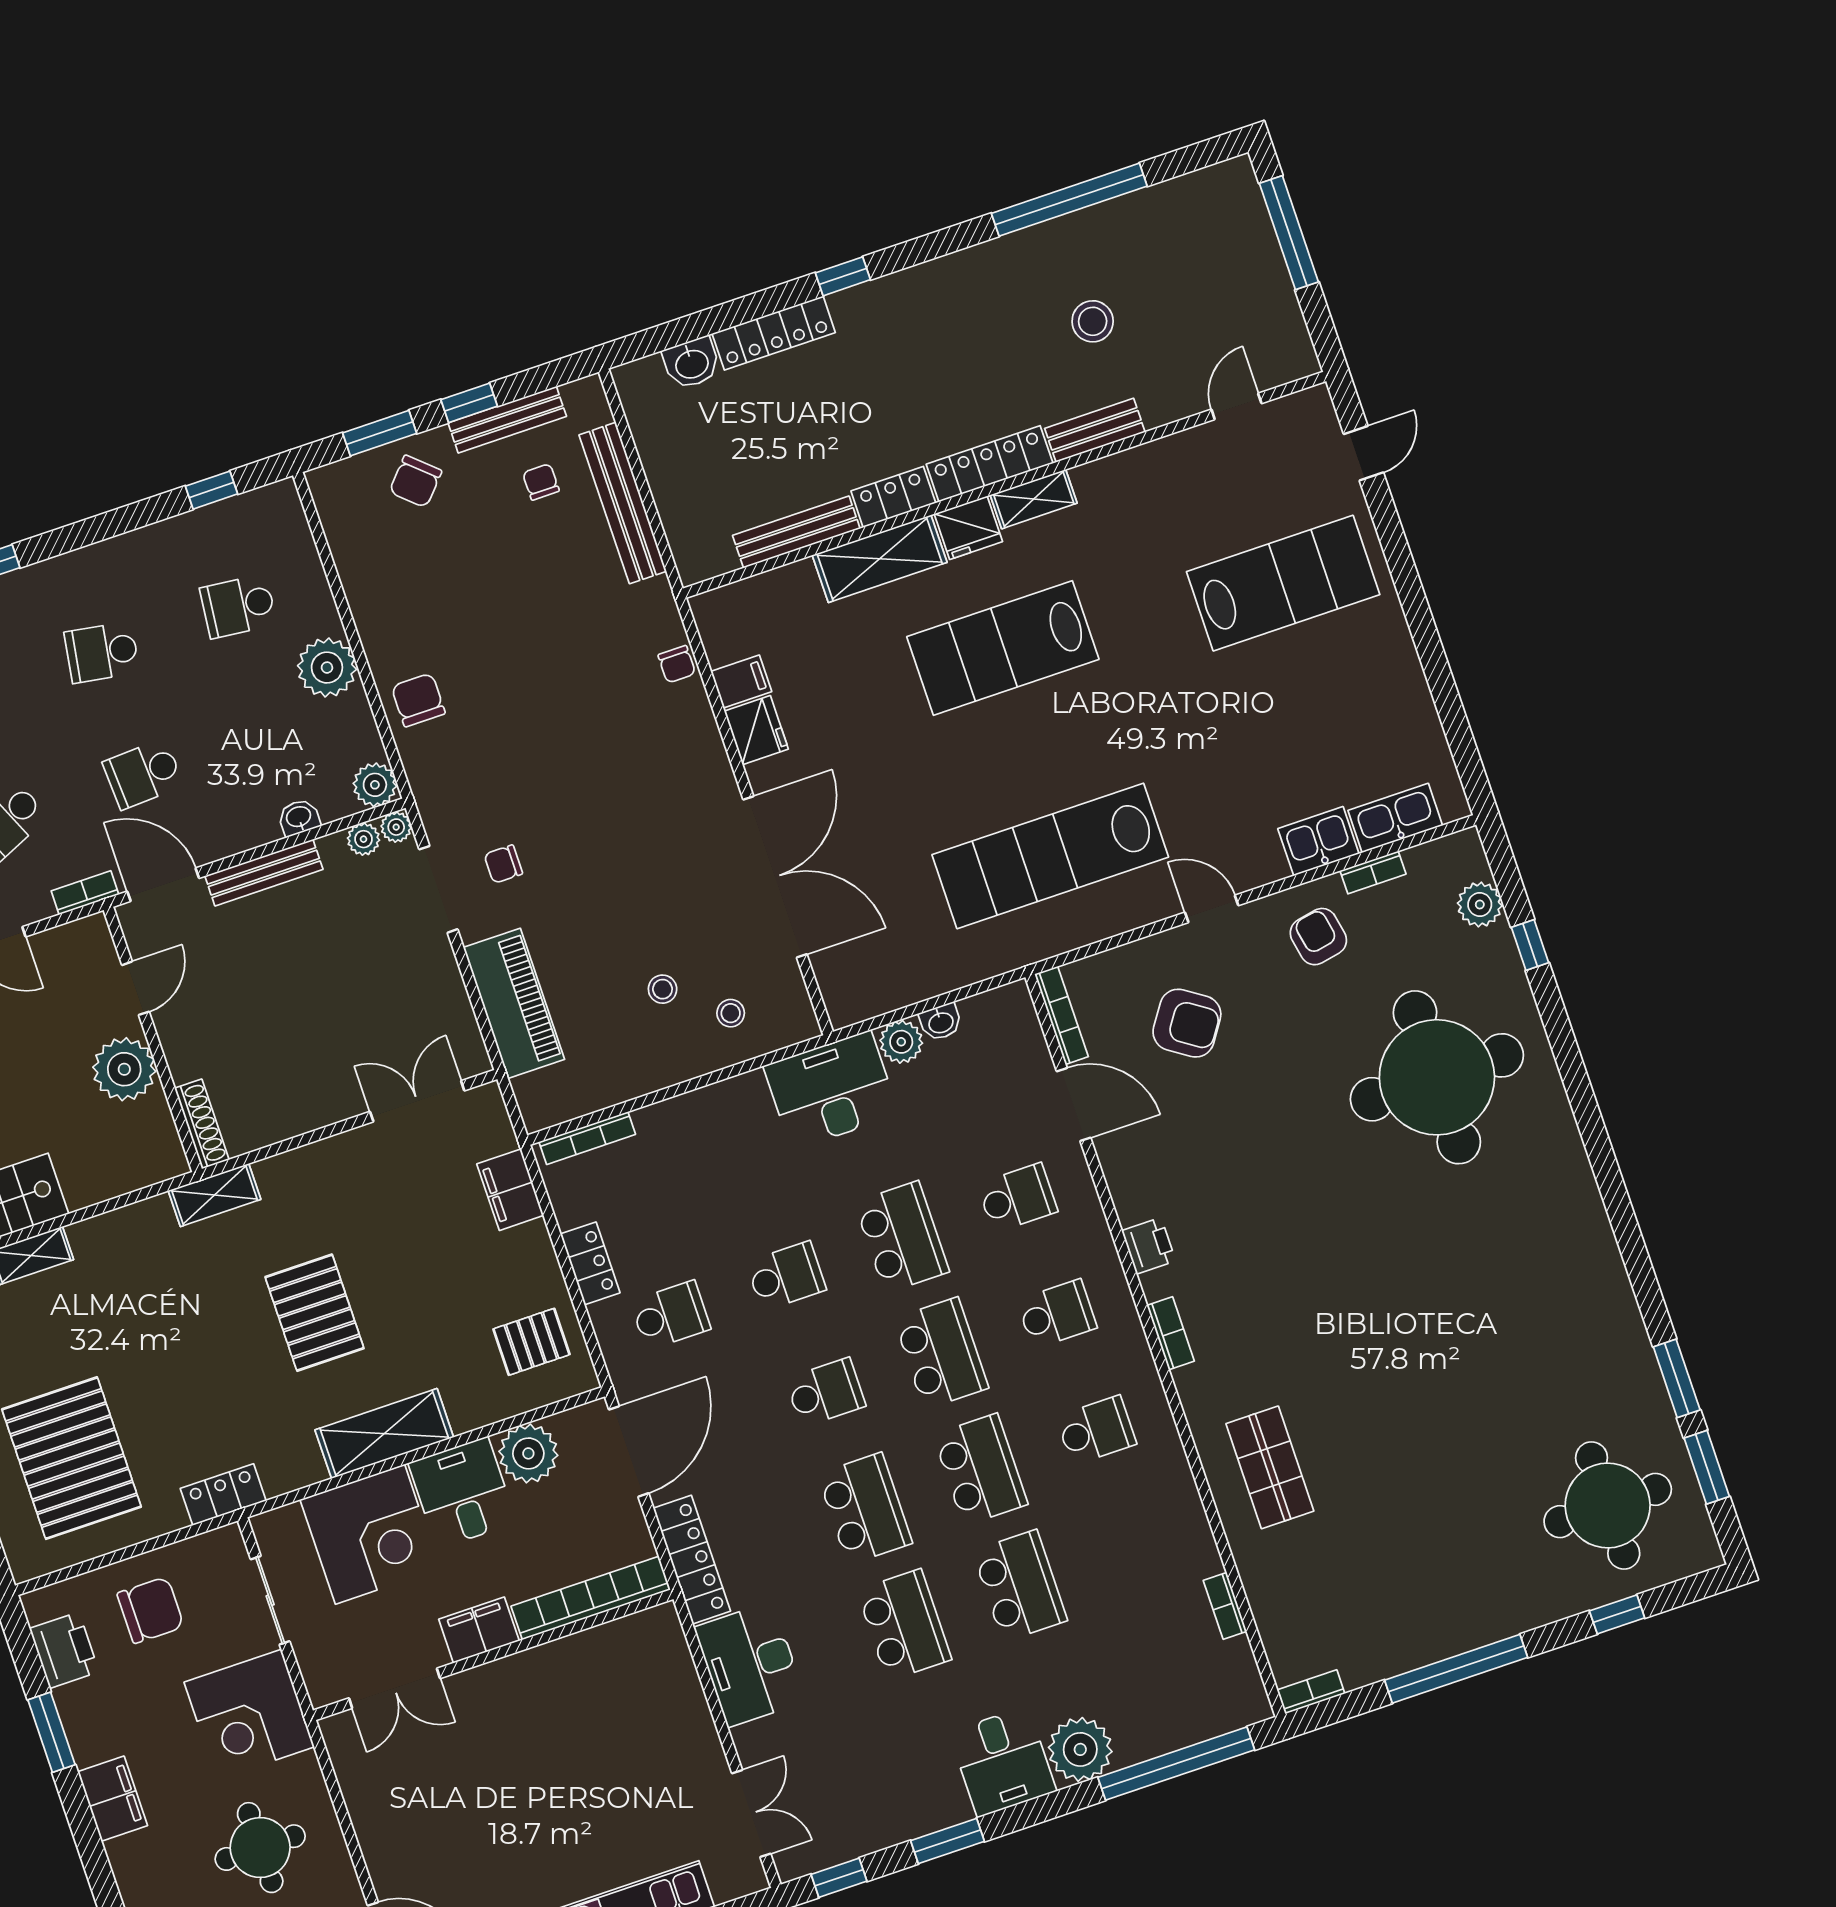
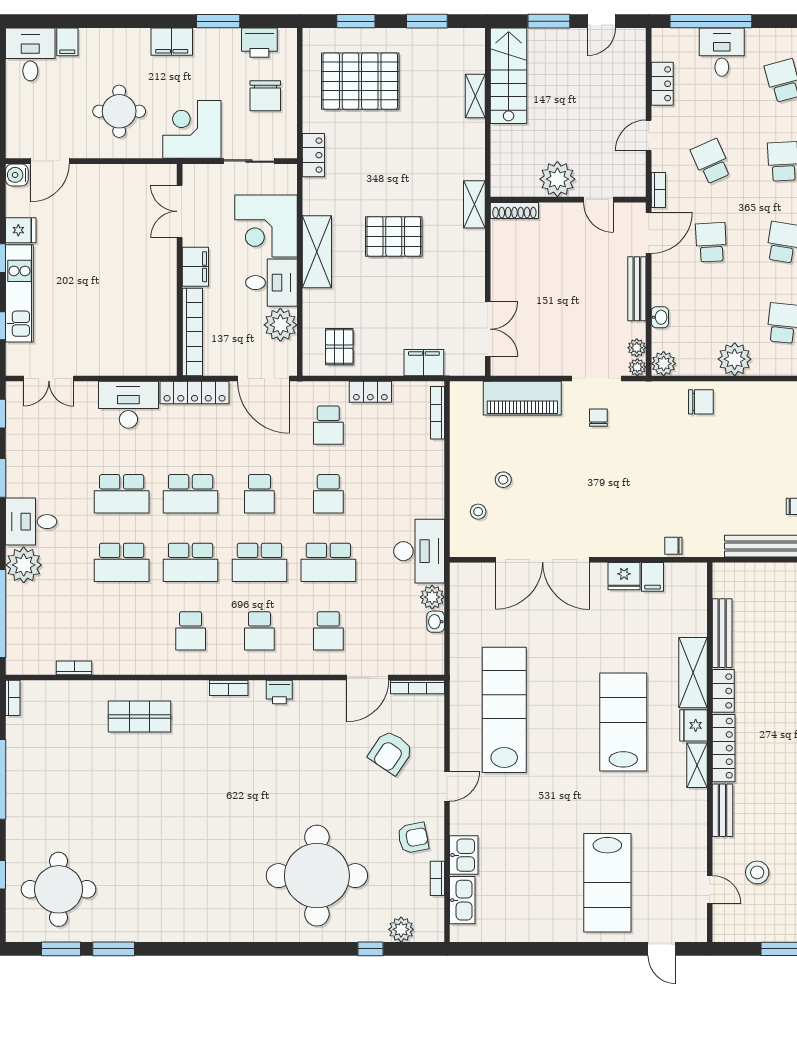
stool: (1093, 321) -> (757, 872), moved

